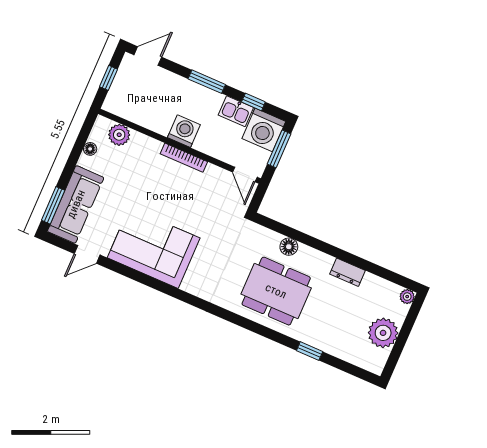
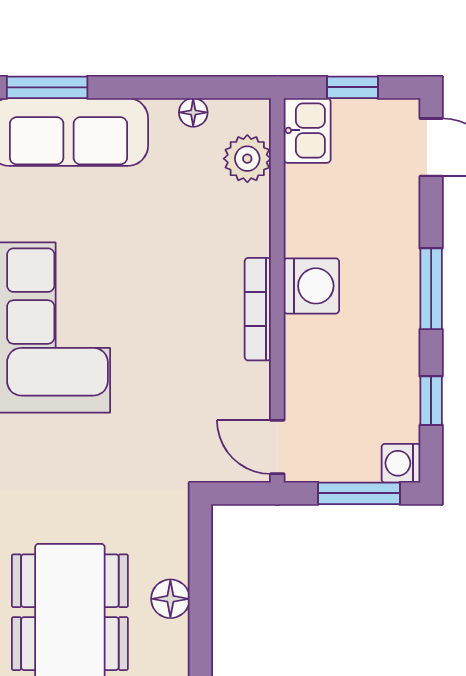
kitchen sink: (236, 111) -> (307, 130), moved, turned 180
washing machine: (264, 130) -> (401, 463), width x0.53, depth x0.53
door: (245, 175) -> (277, 447), hinge flipped

